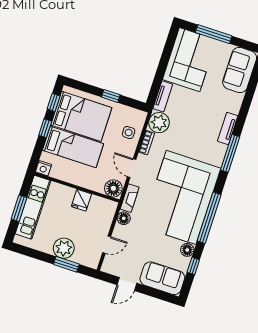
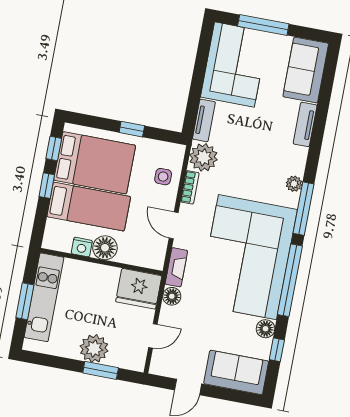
tv unit: (228, 128) -> (305, 124), moved
plant: (221, 150) -> (294, 184), added
window: (230, 153) -> (303, 209), moved
nightstand: (43, 168) -> (82, 247), moved
floor lamp: (113, 188) -> (105, 248), moved
fridge: (81, 200) -> (139, 289), moved, width x1.88, depth x1.34

